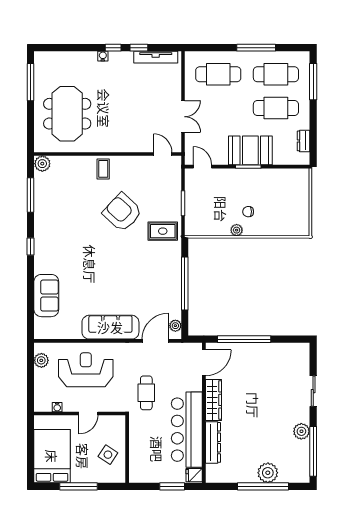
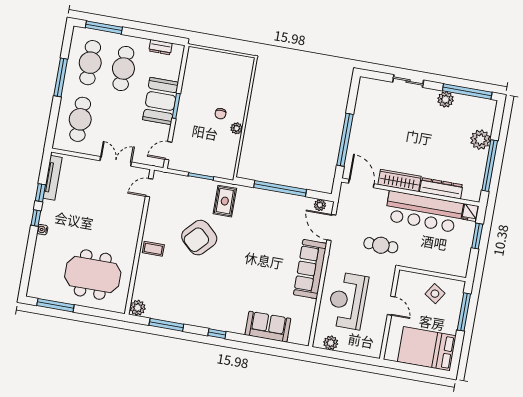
water cooler: (57, 407) -> (379, 335), removed
window: (78, 486) -> (464, 312), moved
window: (263, 486) -> (490, 166), moved

